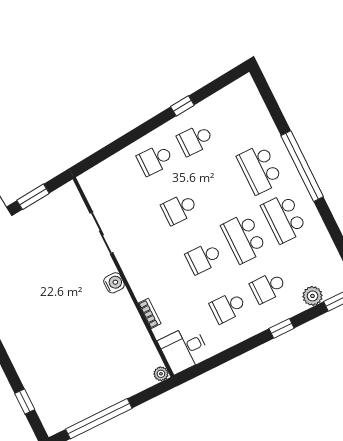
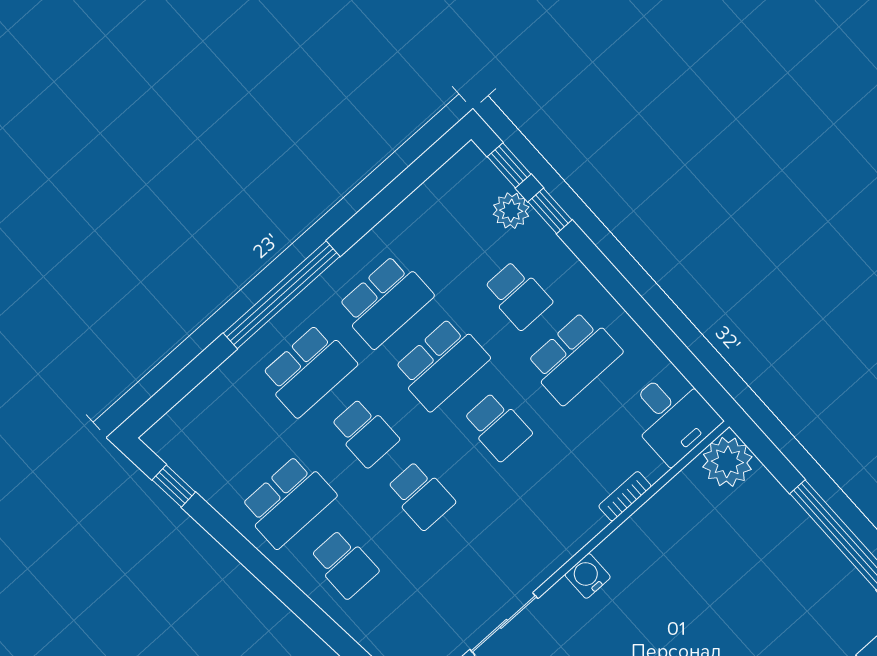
window: (182, 106) -> (174, 486), moved
school desk: (195, 140) -> (288, 501), width x1.85
school desk: (219, 189) -> (365, 433), added
school desk: (228, 307) -> (574, 358), width x1.85
window: (282, 328) -> (550, 211), moved
plant: (161, 374) -> (727, 462), width x1.88, depth x1.88

